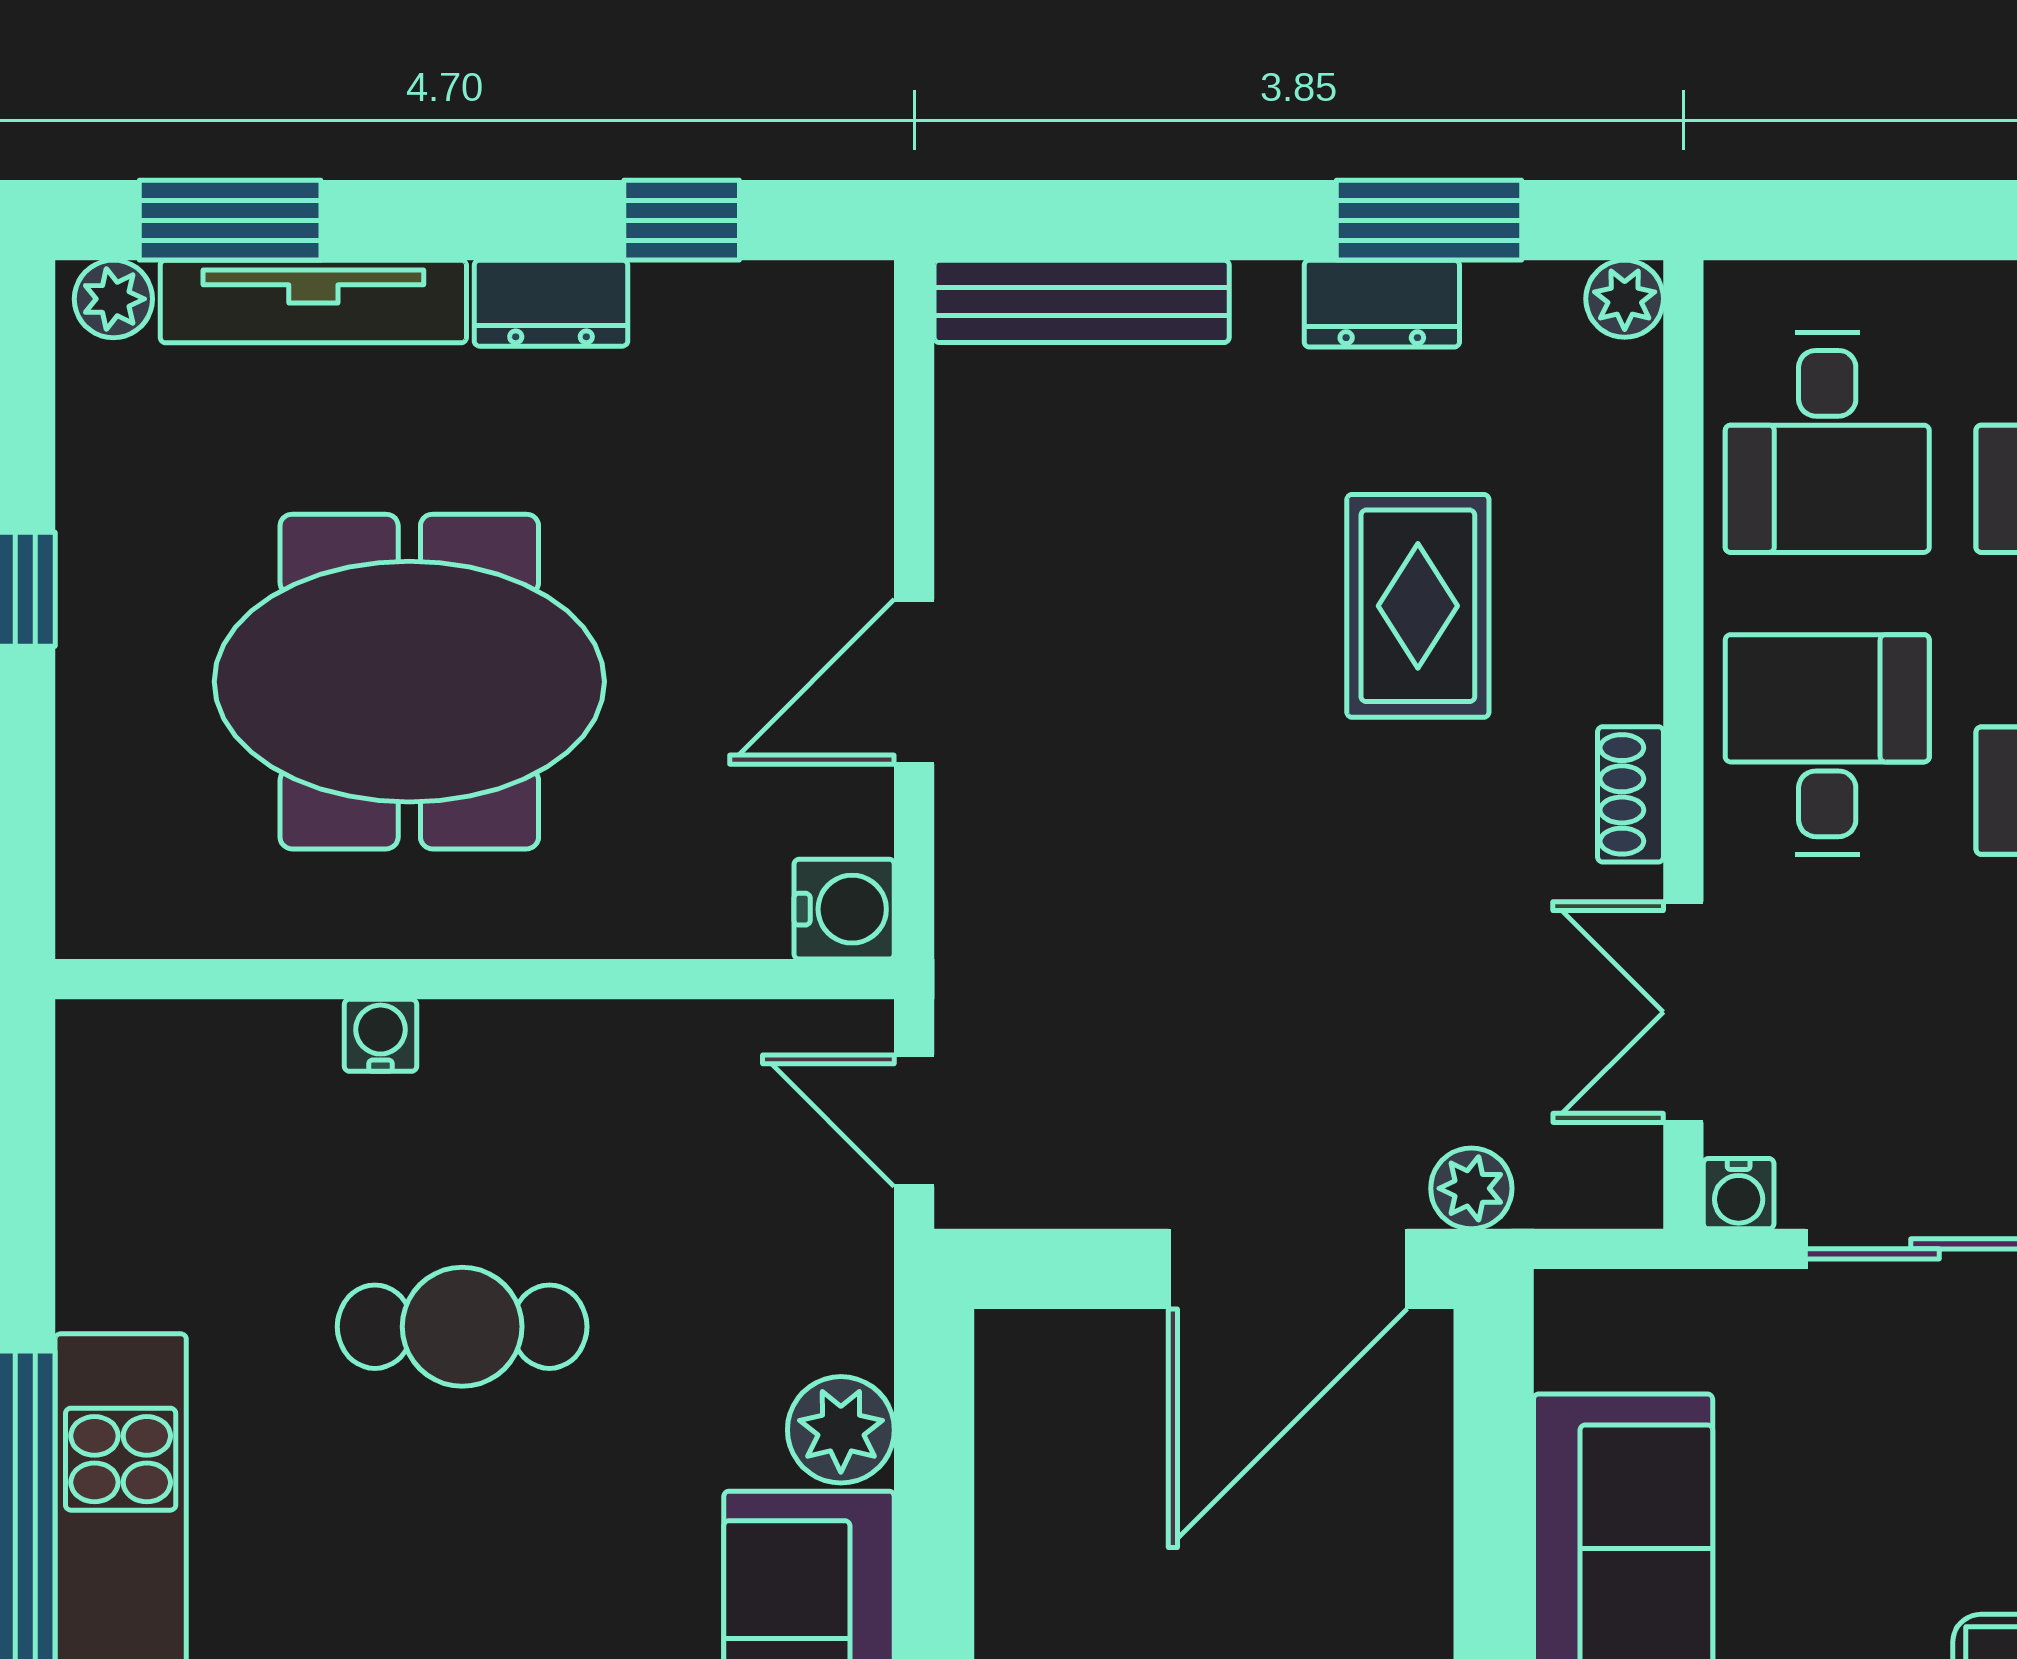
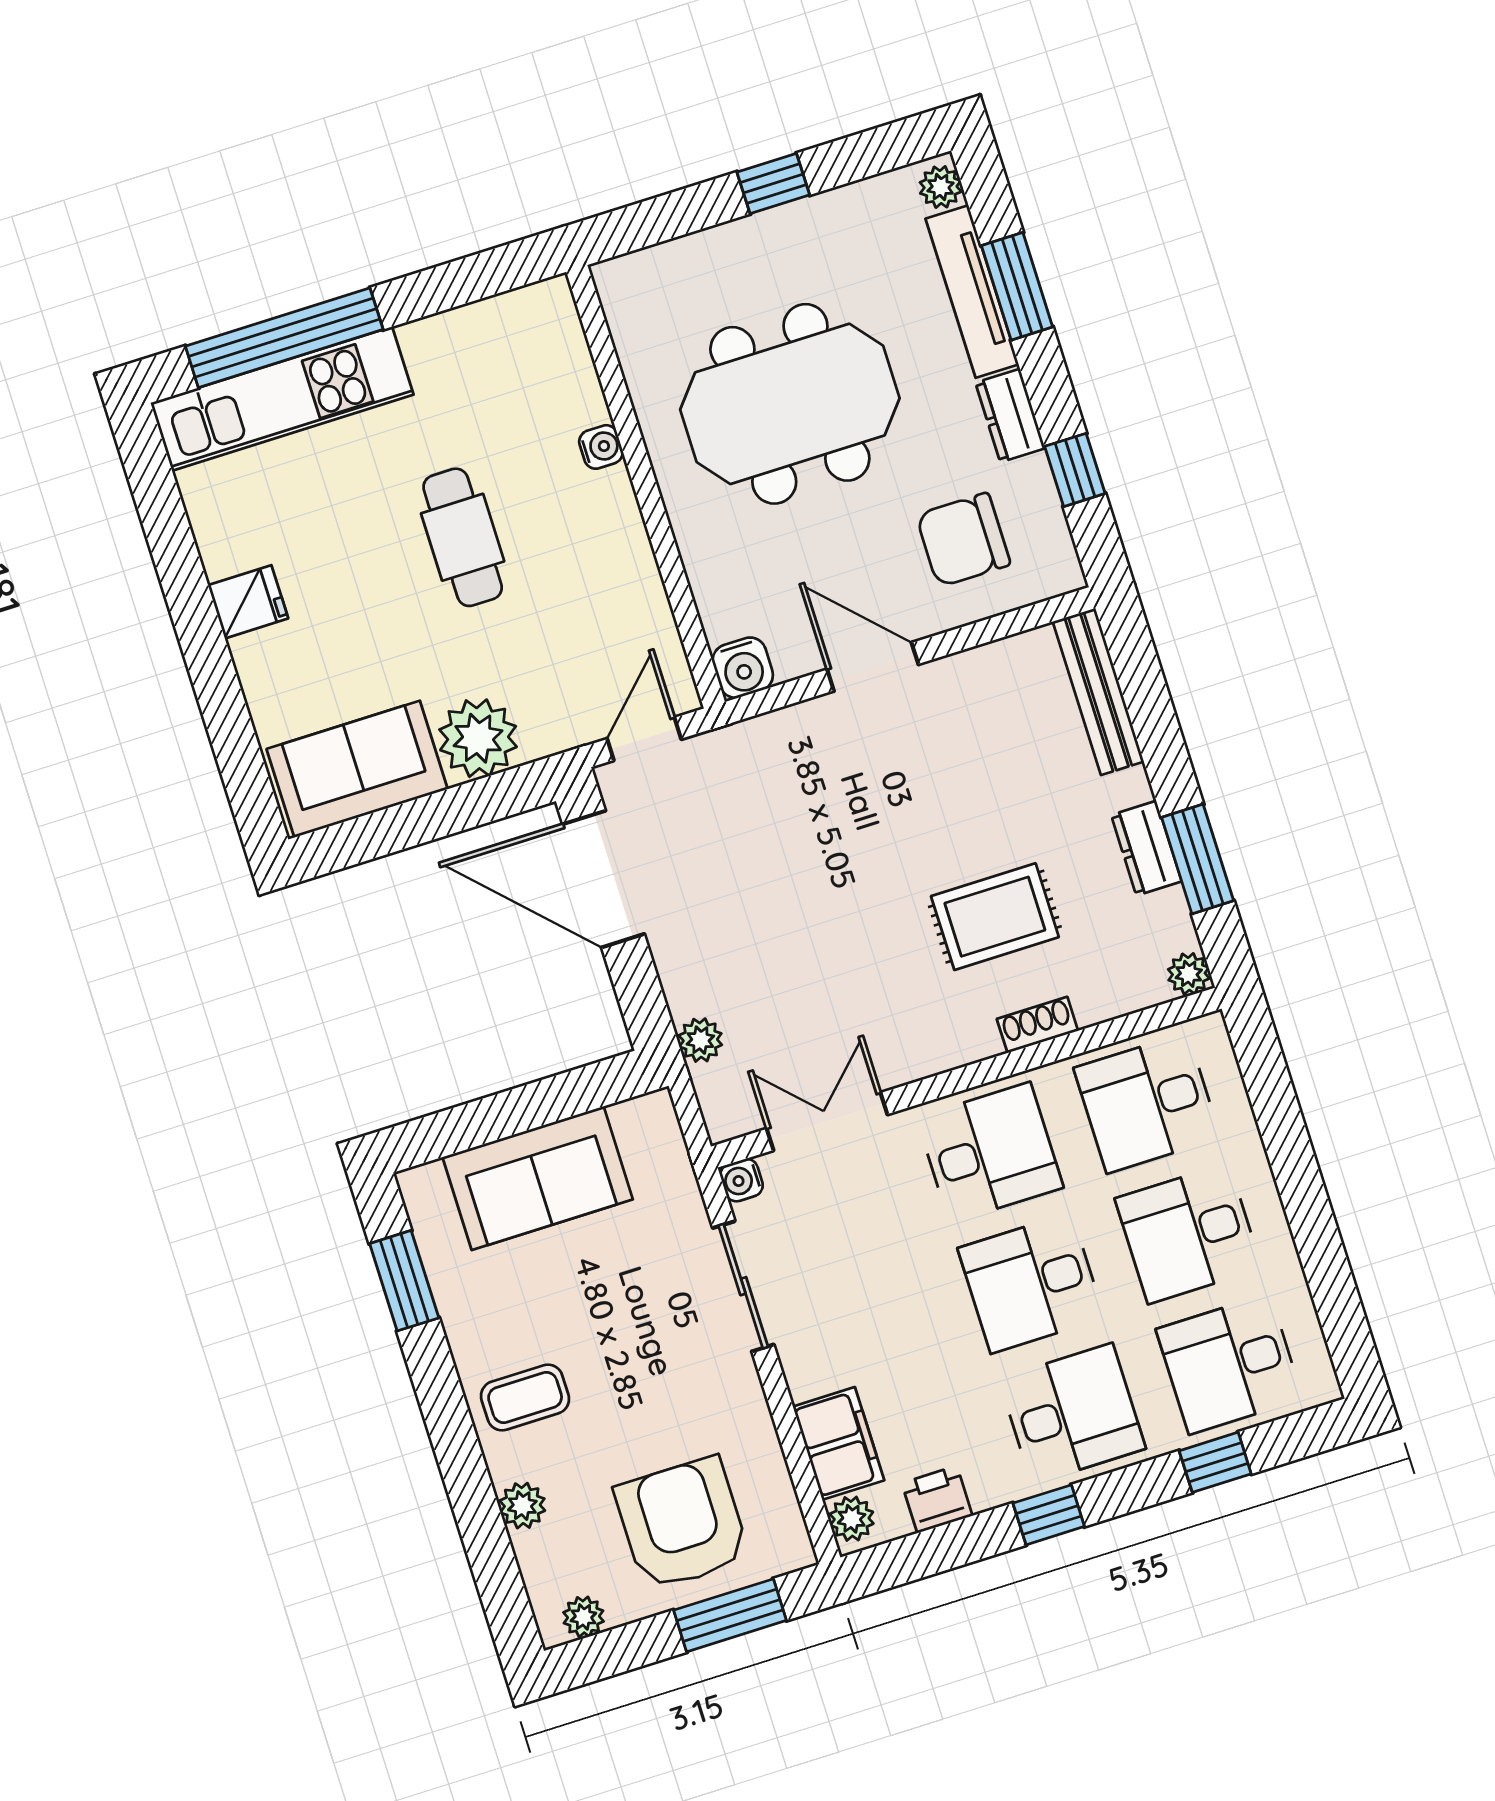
window: (230, 220) -> (1017, 286), moved
chair: (742, 454) -> (963, 540), added
meeting table: (409, 682) -> (790, 404), turned 90
shoe rack: (1630, 794) -> (1037, 1025), moved
door: (1288, 1269) -> (604, 879), moved
plant: (841, 1430) -> (478, 738), width x1.36, depth x1.36

